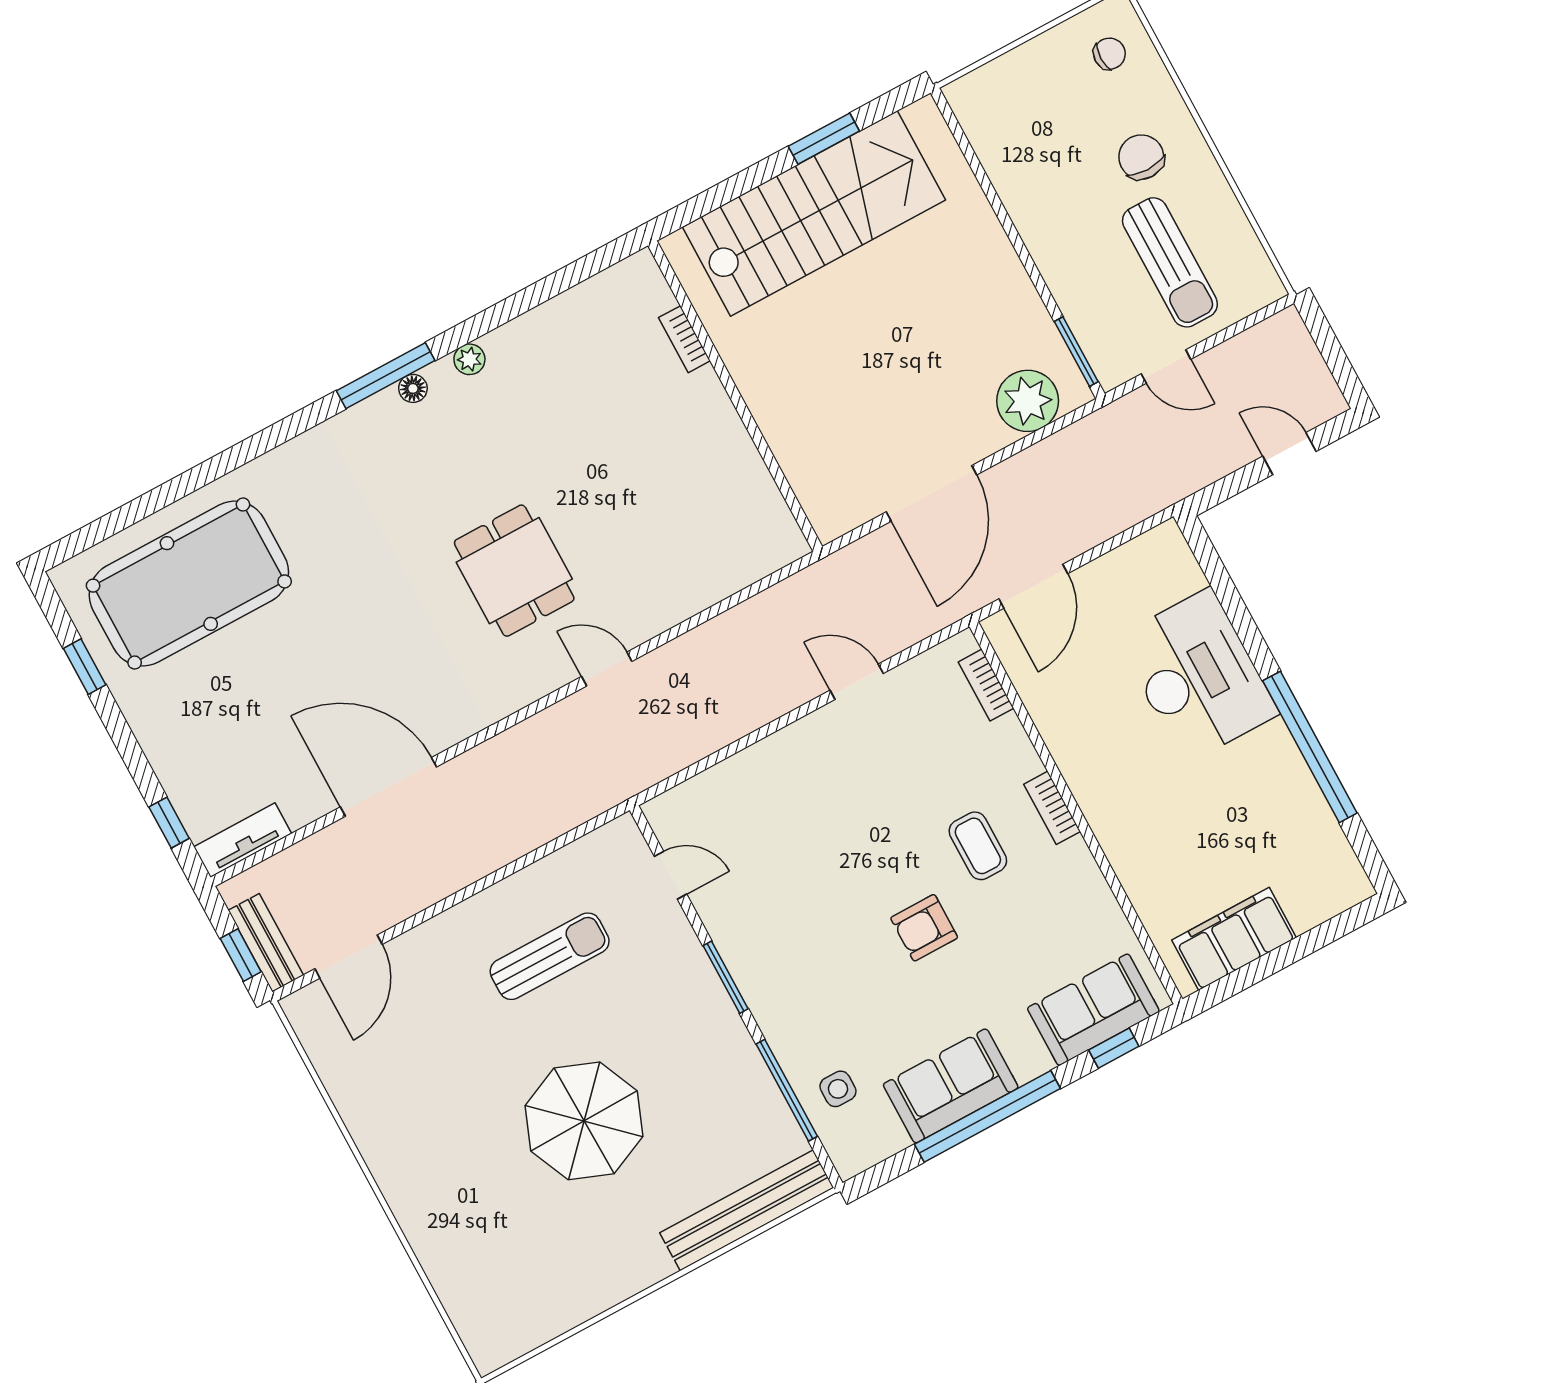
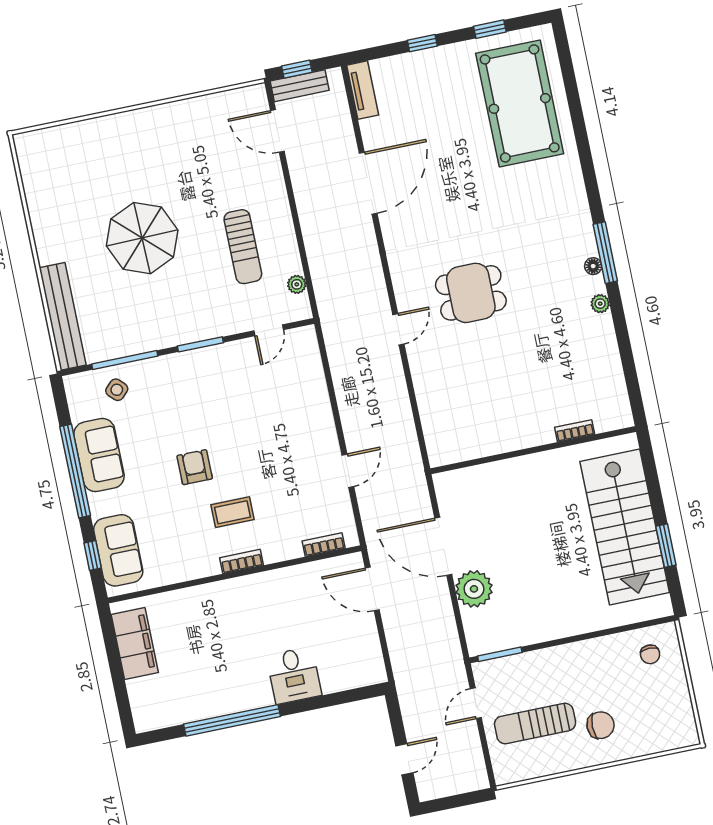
chair: (1109, 54) -> (650, 654), moved
plant: (1028, 401) -> (474, 589), moved
desk: (1198, 676) -> (294, 675), width x0.53, depth x0.77
window: (169, 823) -> (422, 43), moved
plant: (584, 852) -> (297, 284), added
side table: (838, 1089) -> (117, 390), turned 45

